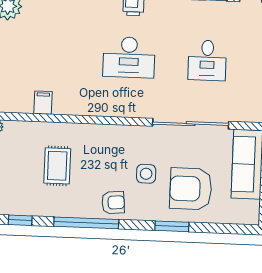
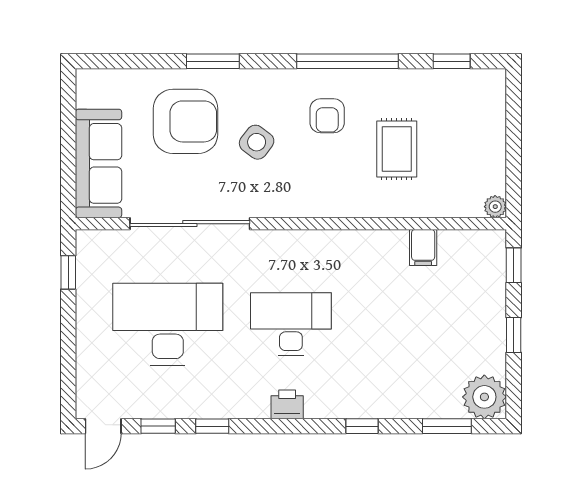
desk: (207, 60) -> (168, 324), width x1.87, depth x1.30
side table: (146, 174) -> (257, 142), turned 37
armchair: (113, 203) -> (327, 116), moved, turned -85

